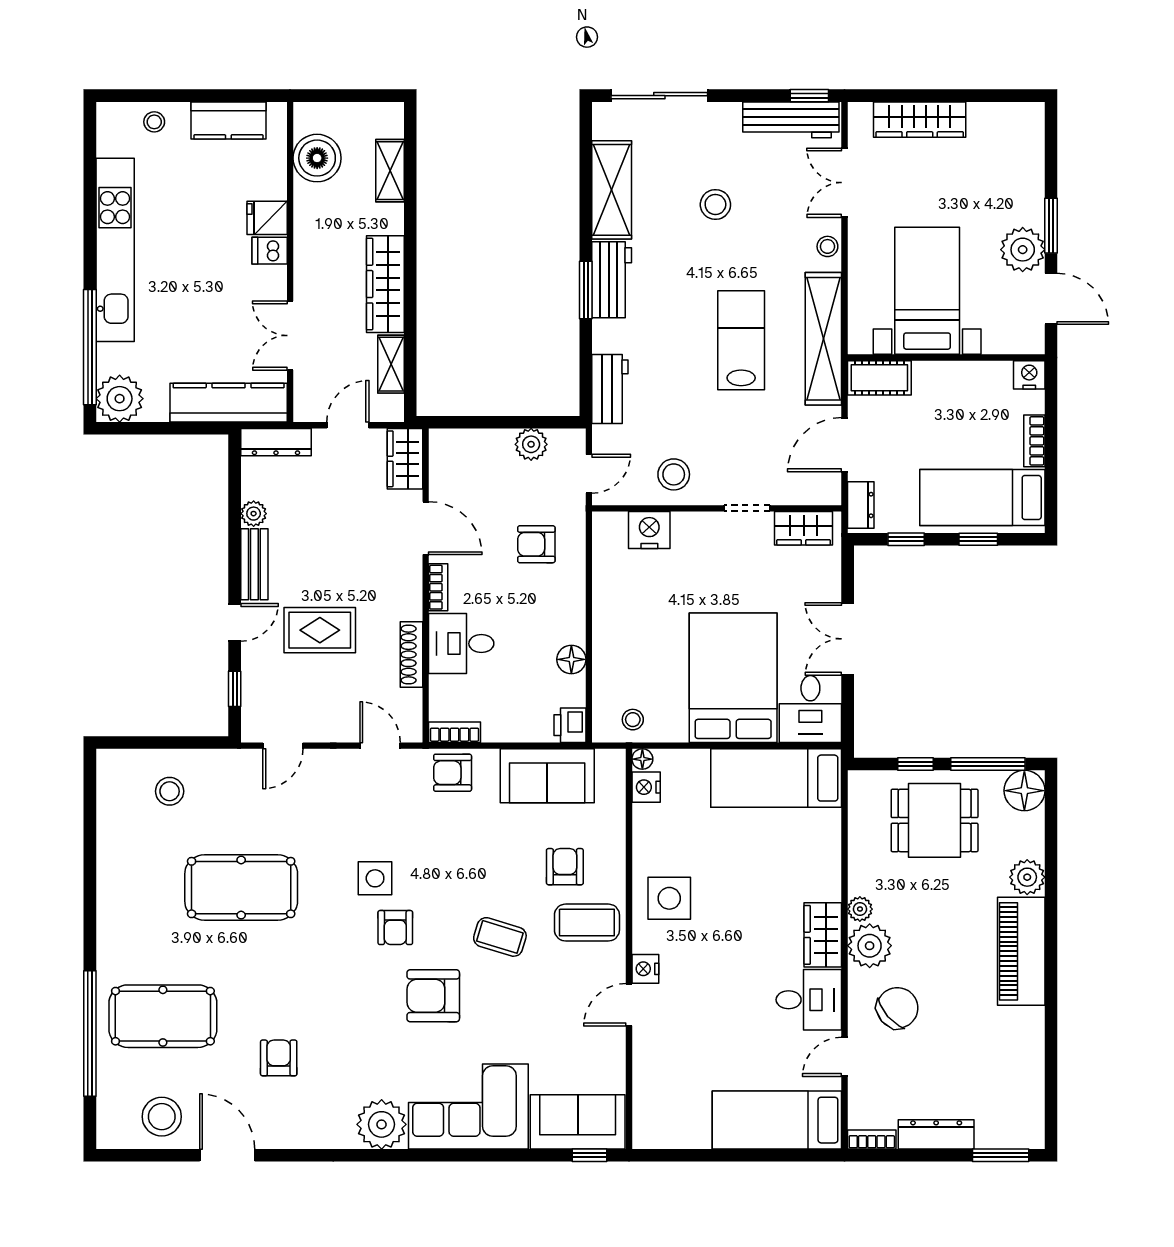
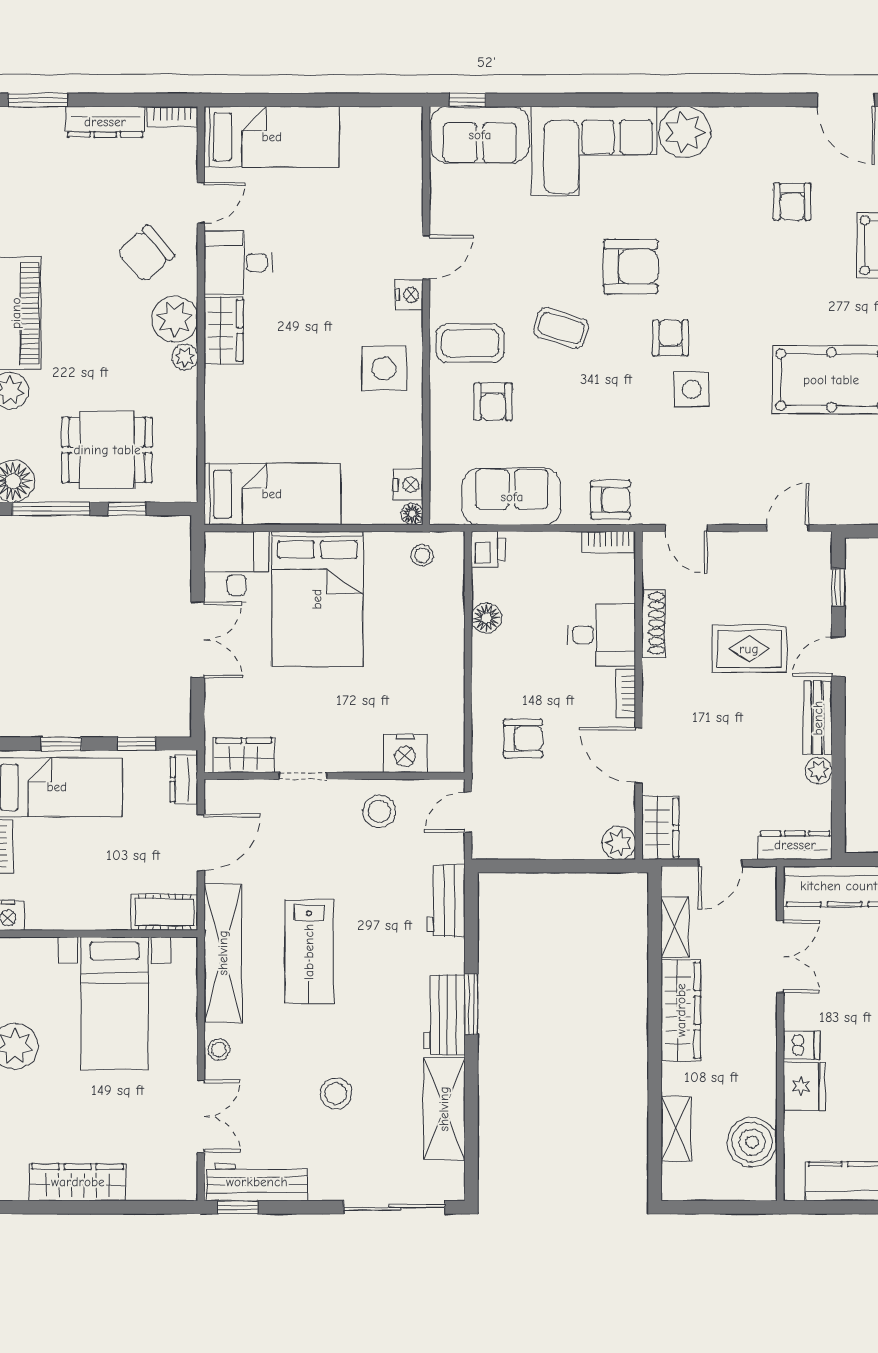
wardrobe: (920, 120) -> (78, 1182), moved
fridge: (267, 218) -> (804, 1086), width x1.38
plant: (531, 444) -> (619, 843), moved

